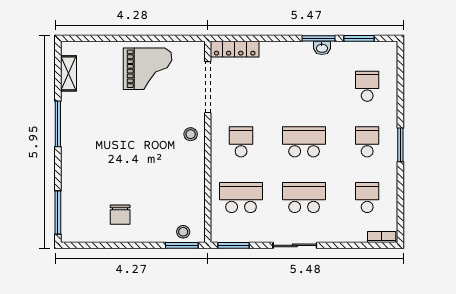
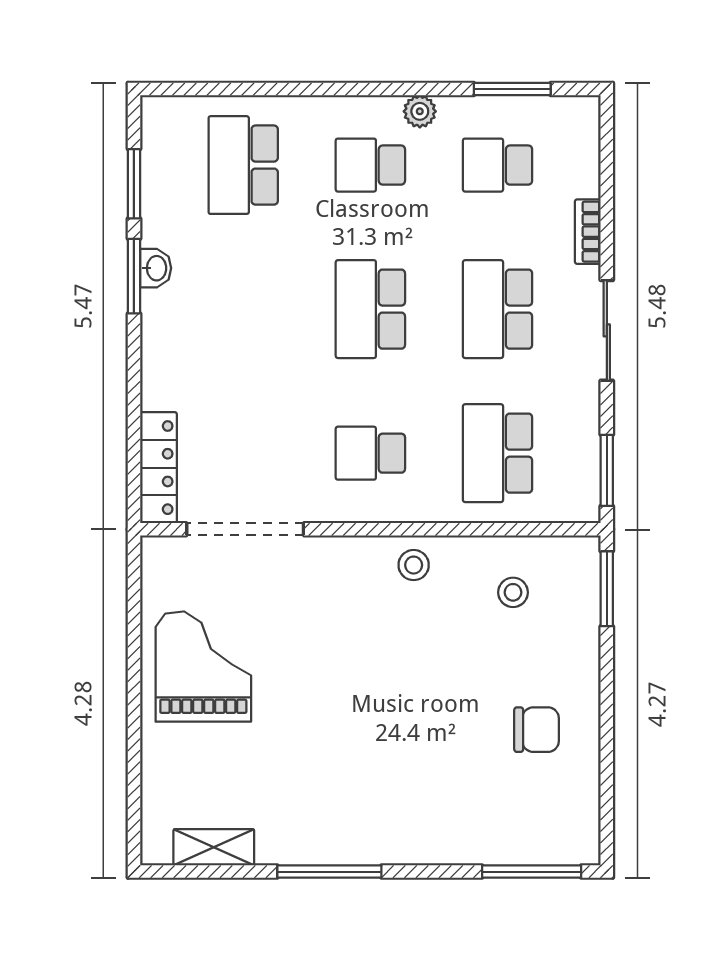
school desk: (367, 86) -> (243, 165), width x1.85
stool: (191, 134) -> (414, 565), moved
window: (400, 145) -> (512, 89), moved
plant: (391, 164) -> (420, 111), added
stool: (183, 232) -> (513, 592), moved
bookcase: (382, 237) -> (588, 232), moved

